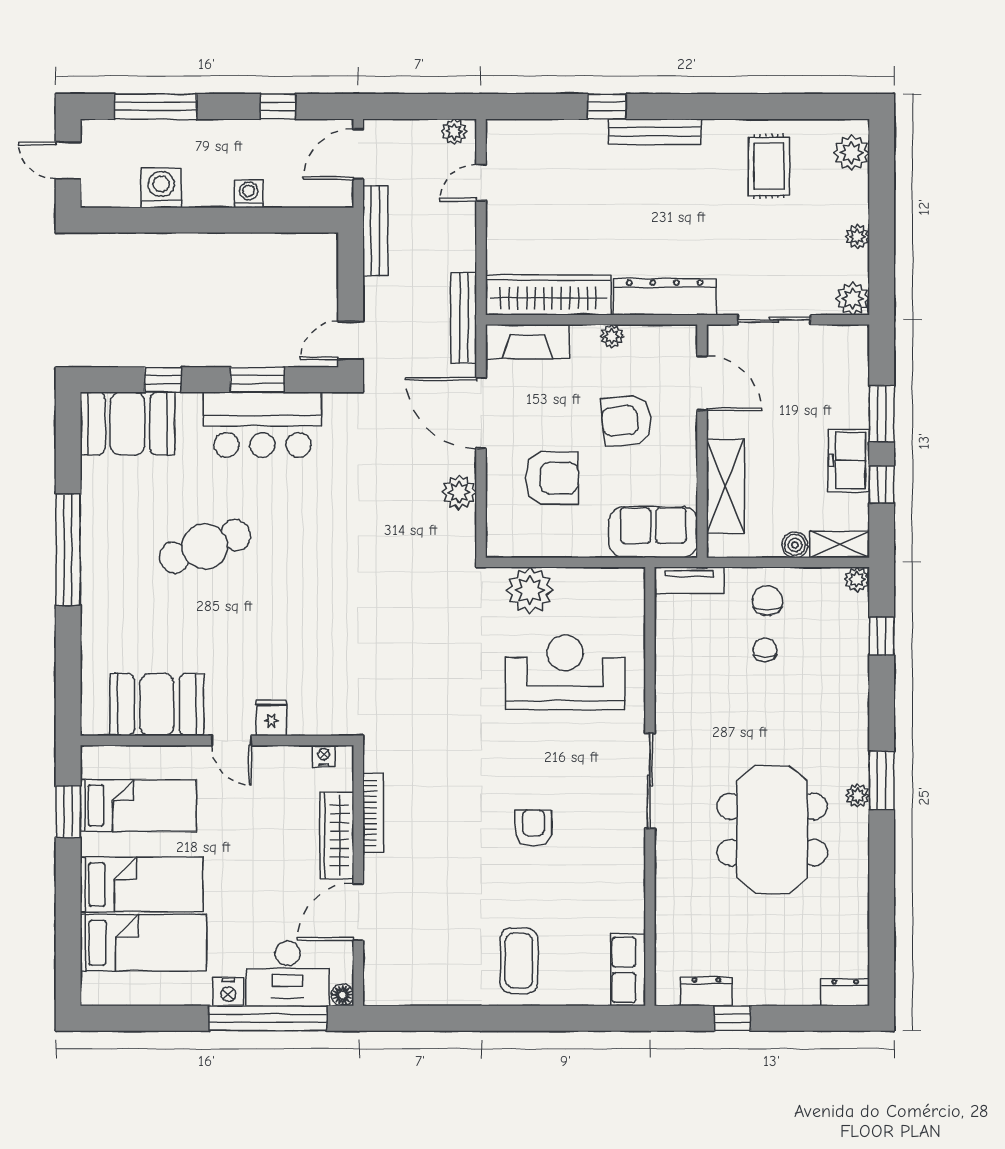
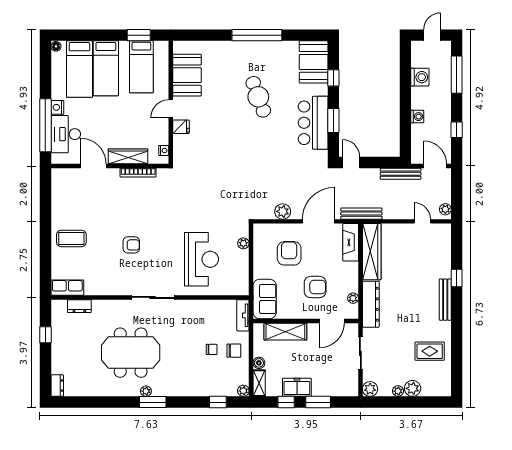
plant: (852, 153) -> (413, 388), moved
plant: (612, 336) -> (353, 298), moved
armchair: (627, 420) -> (315, 287), turned 96
armchair: (552, 478) -> (289, 253), turned 180
plant: (530, 590) -> (243, 243), width x0.53, depth x0.53
dresser: (706, 991) -> (79, 306), moved, turned 90
floor lamp: (342, 995) -> (56, 46), moved

